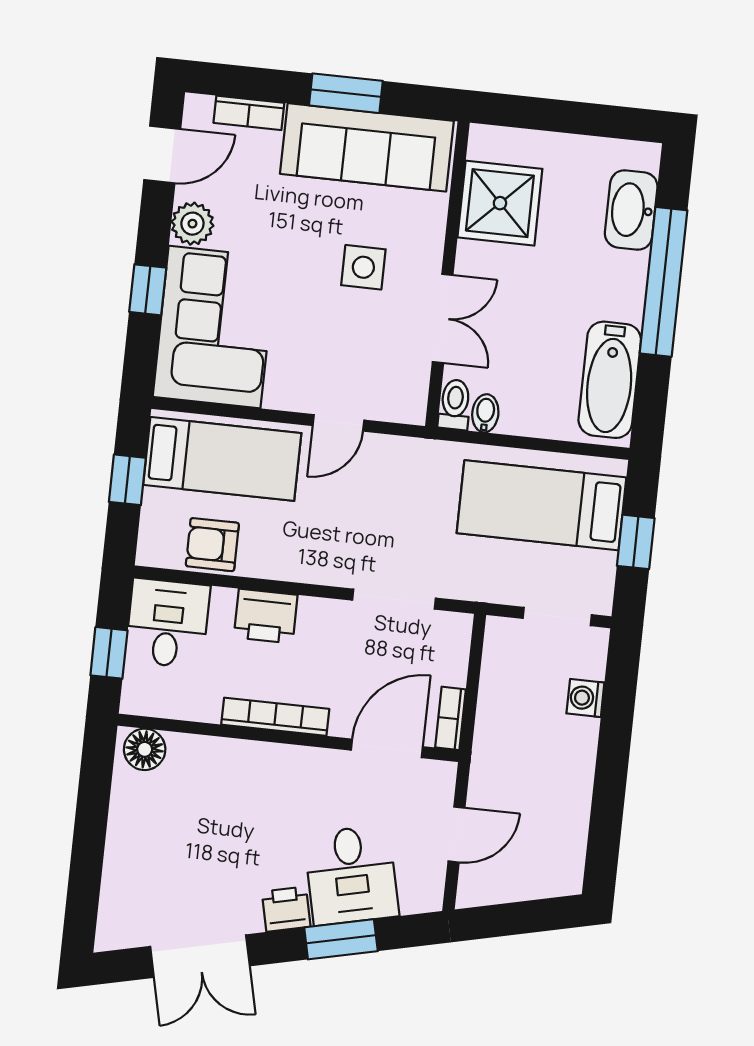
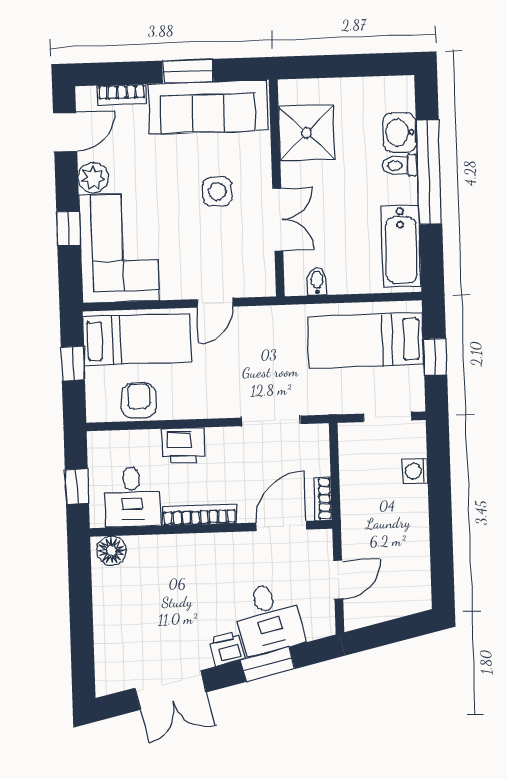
washbasin: (631, 210) -> (399, 132), width x0.72
toilet: (455, 405) -> (400, 165), moved, turned -90
armchair: (212, 545) -> (139, 400), turned 90
desk: (168, 623) -> (132, 497), moved, turned 180

